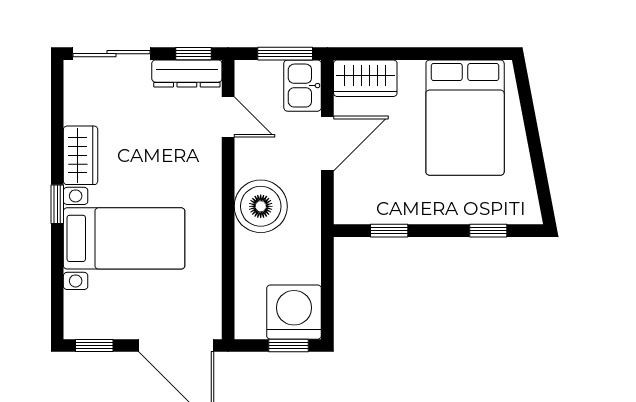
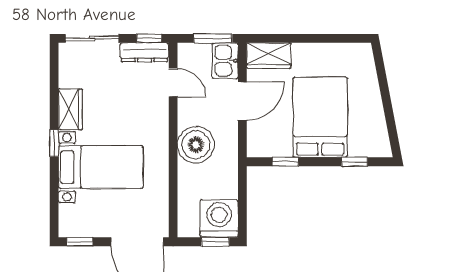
bed: (465, 118) -> (320, 117), moved, turned 180

